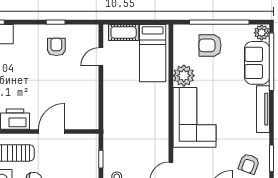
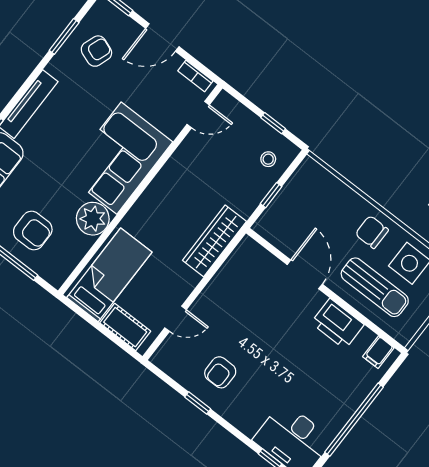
wardrobe: (112, 113) -> (214, 241), added
door: (52, 132) -> (305, 274), swing flipped

